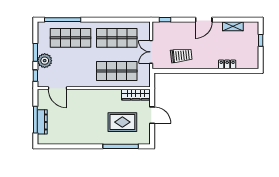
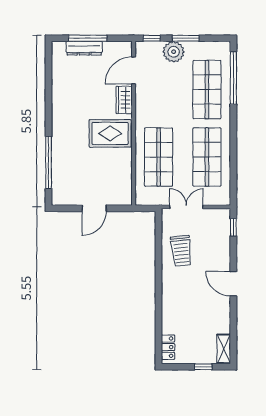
shelving: (233, 26) -> (224, 349), moved
locker: (227, 64) -> (168, 347), moved
wardrobe: (136, 95) -> (124, 100), moved, width x0.67
rug: (122, 122) -> (110, 133), moved, turned 90

